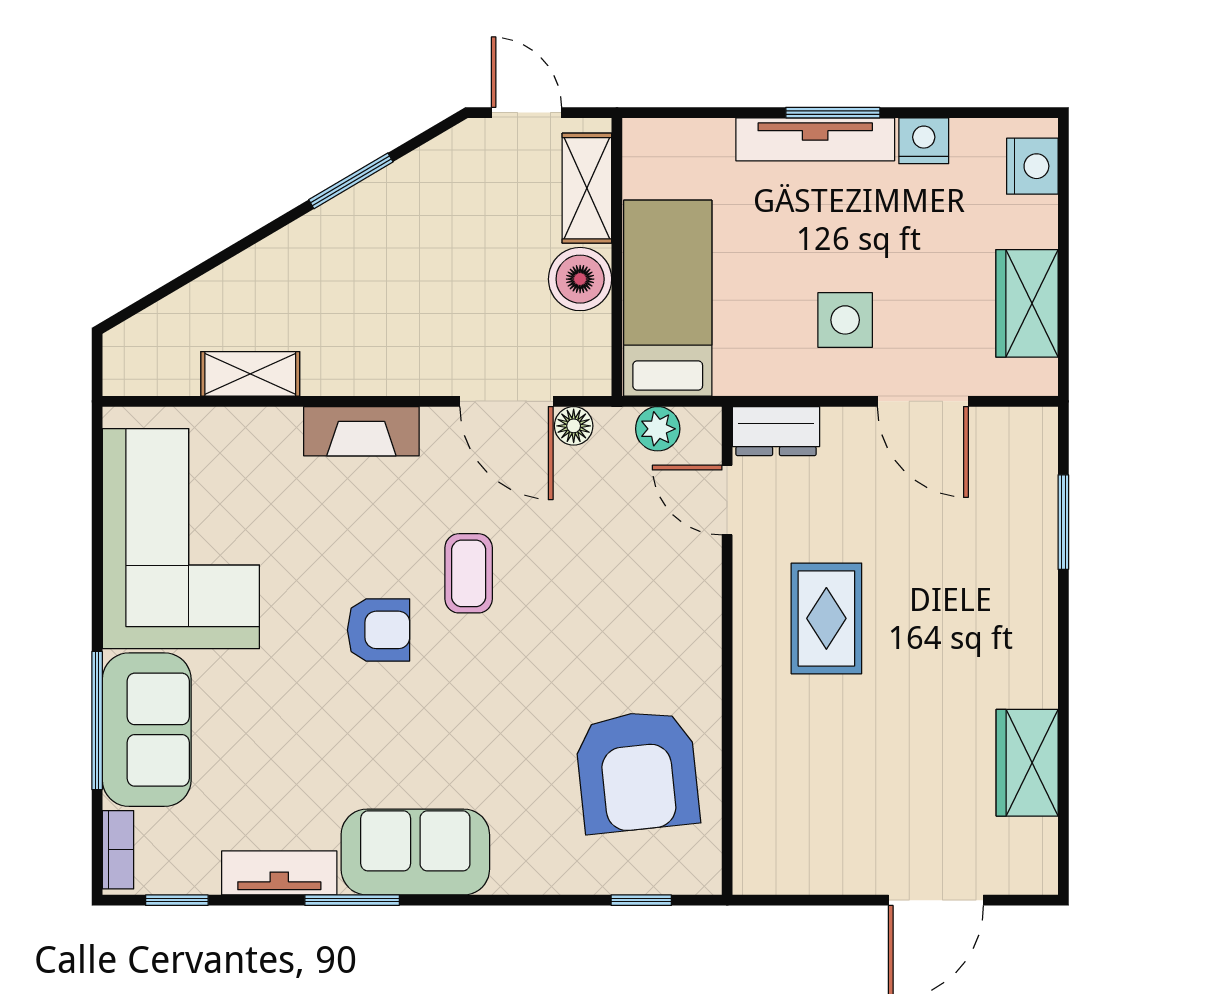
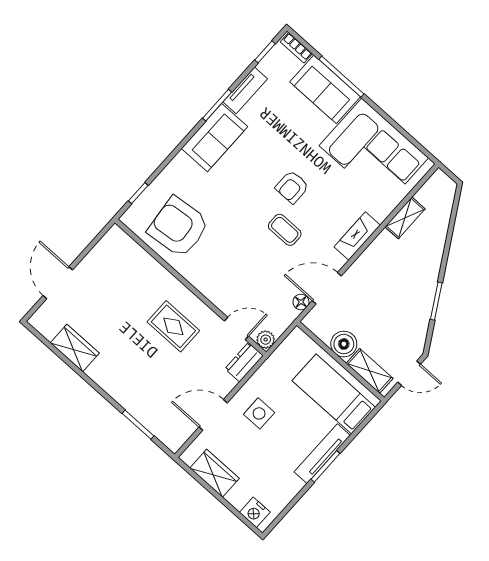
nightstand: (924, 141) -> (292, 486), removed
bed: (668, 298) -> (334, 394), moved, turned 180
plant: (658, 429) -> (266, 340), moved

